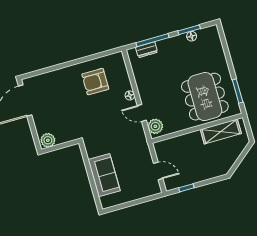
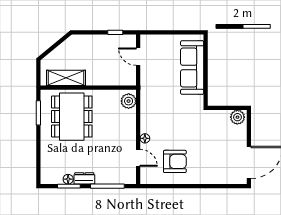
dresser: (147, 50) -> (84, 178), moved
door: (142, 113) -> (138, 158), moved
sofa: (104, 175) -> (192, 68), width x1.36

